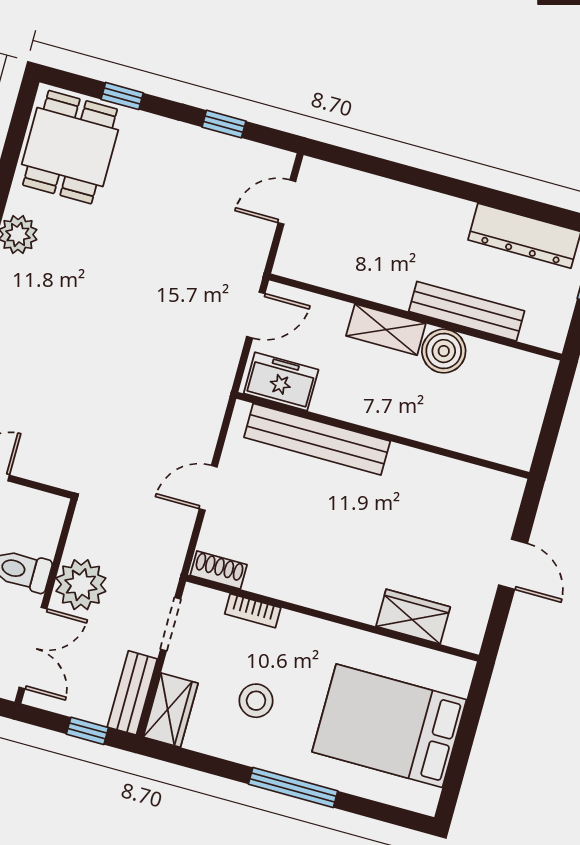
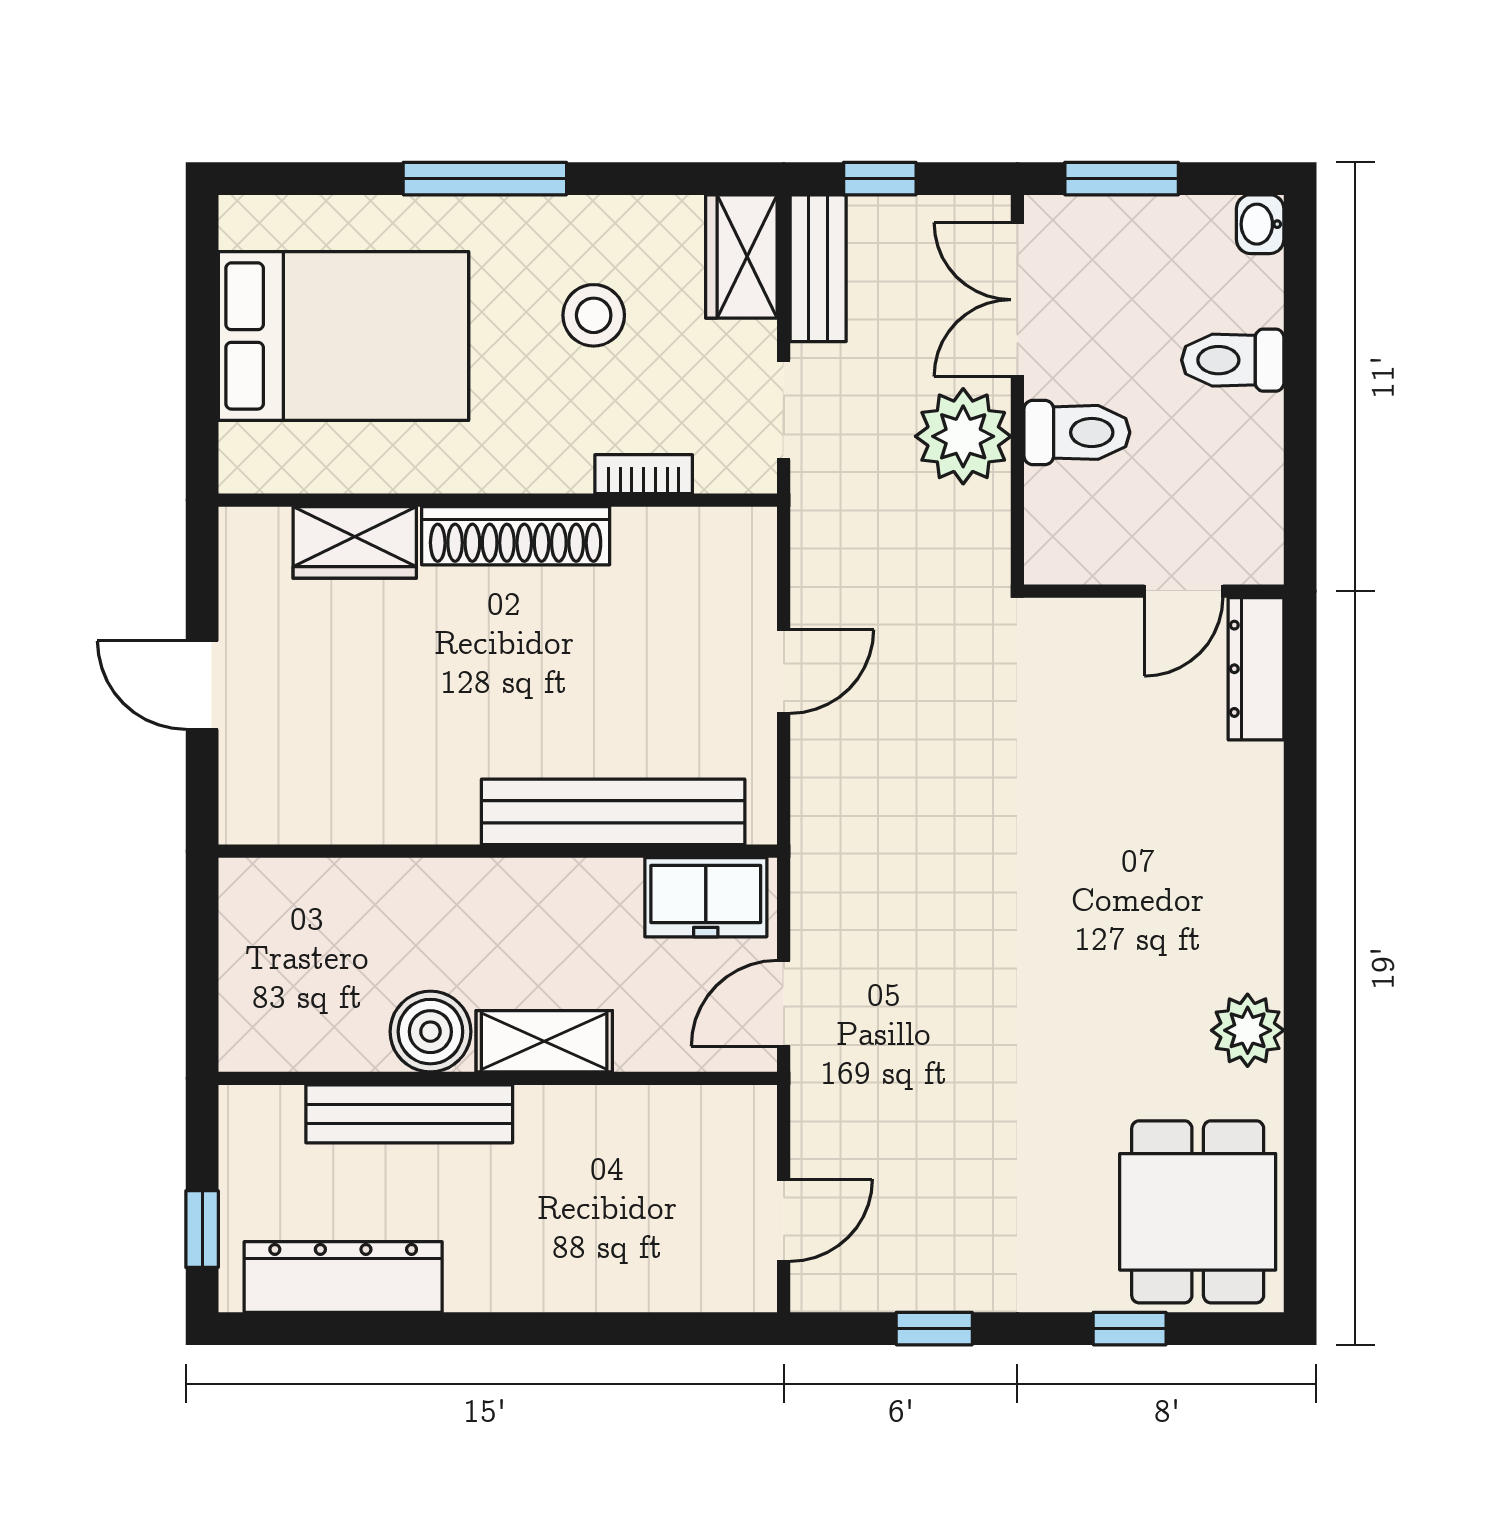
shoe rack: (219, 570) -> (516, 536), moved, width x1.94, depth x1.24

